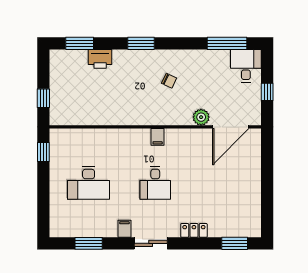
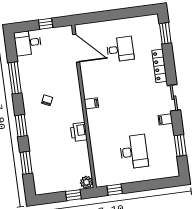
window: (80, 43) -> (26, 163), moved
window: (227, 43) -> (15, 78), moved
printer: (100, 59) -> (79, 132), moved, turned 180
plant: (201, 117) -> (86, 182), moved
desk: (155, 183) -> (120, 49), moved
locker: (194, 230) -> (159, 66), width x1.53

